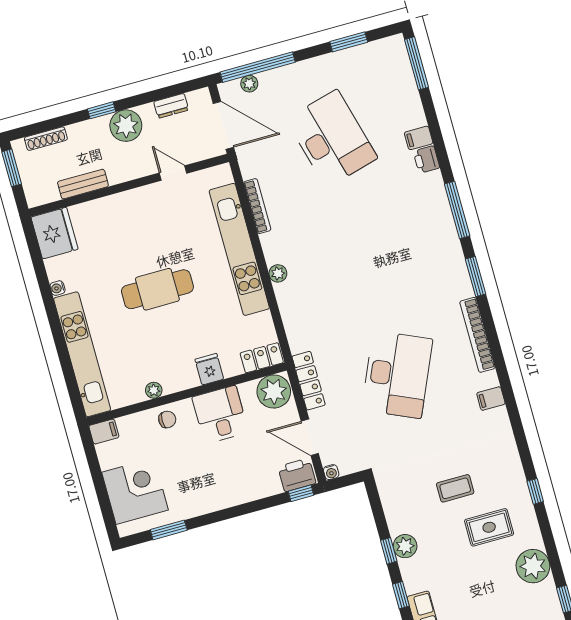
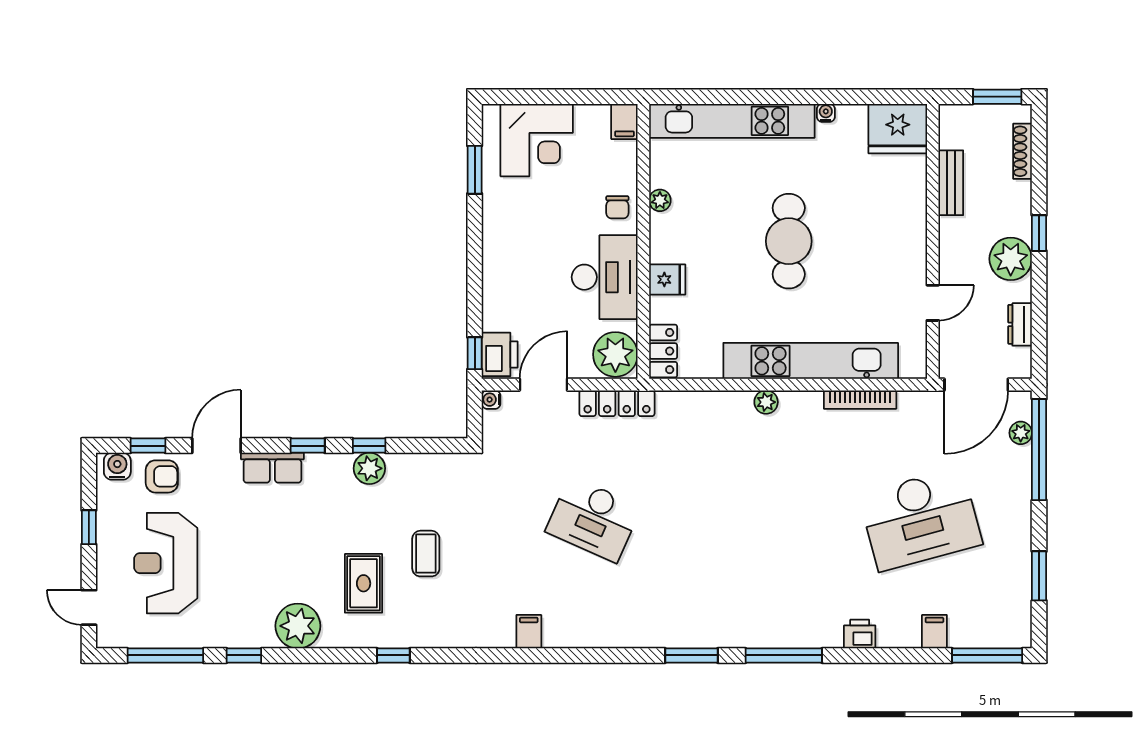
filing cabinet: (419, 138) -> (934, 632), moved
bookcase: (477, 335) -> (616, 637), removed
desk: (397, 374) -> (593, 519), width x0.73, depth x0.77
desk: (220, 415) -> (605, 277), width x1.37

